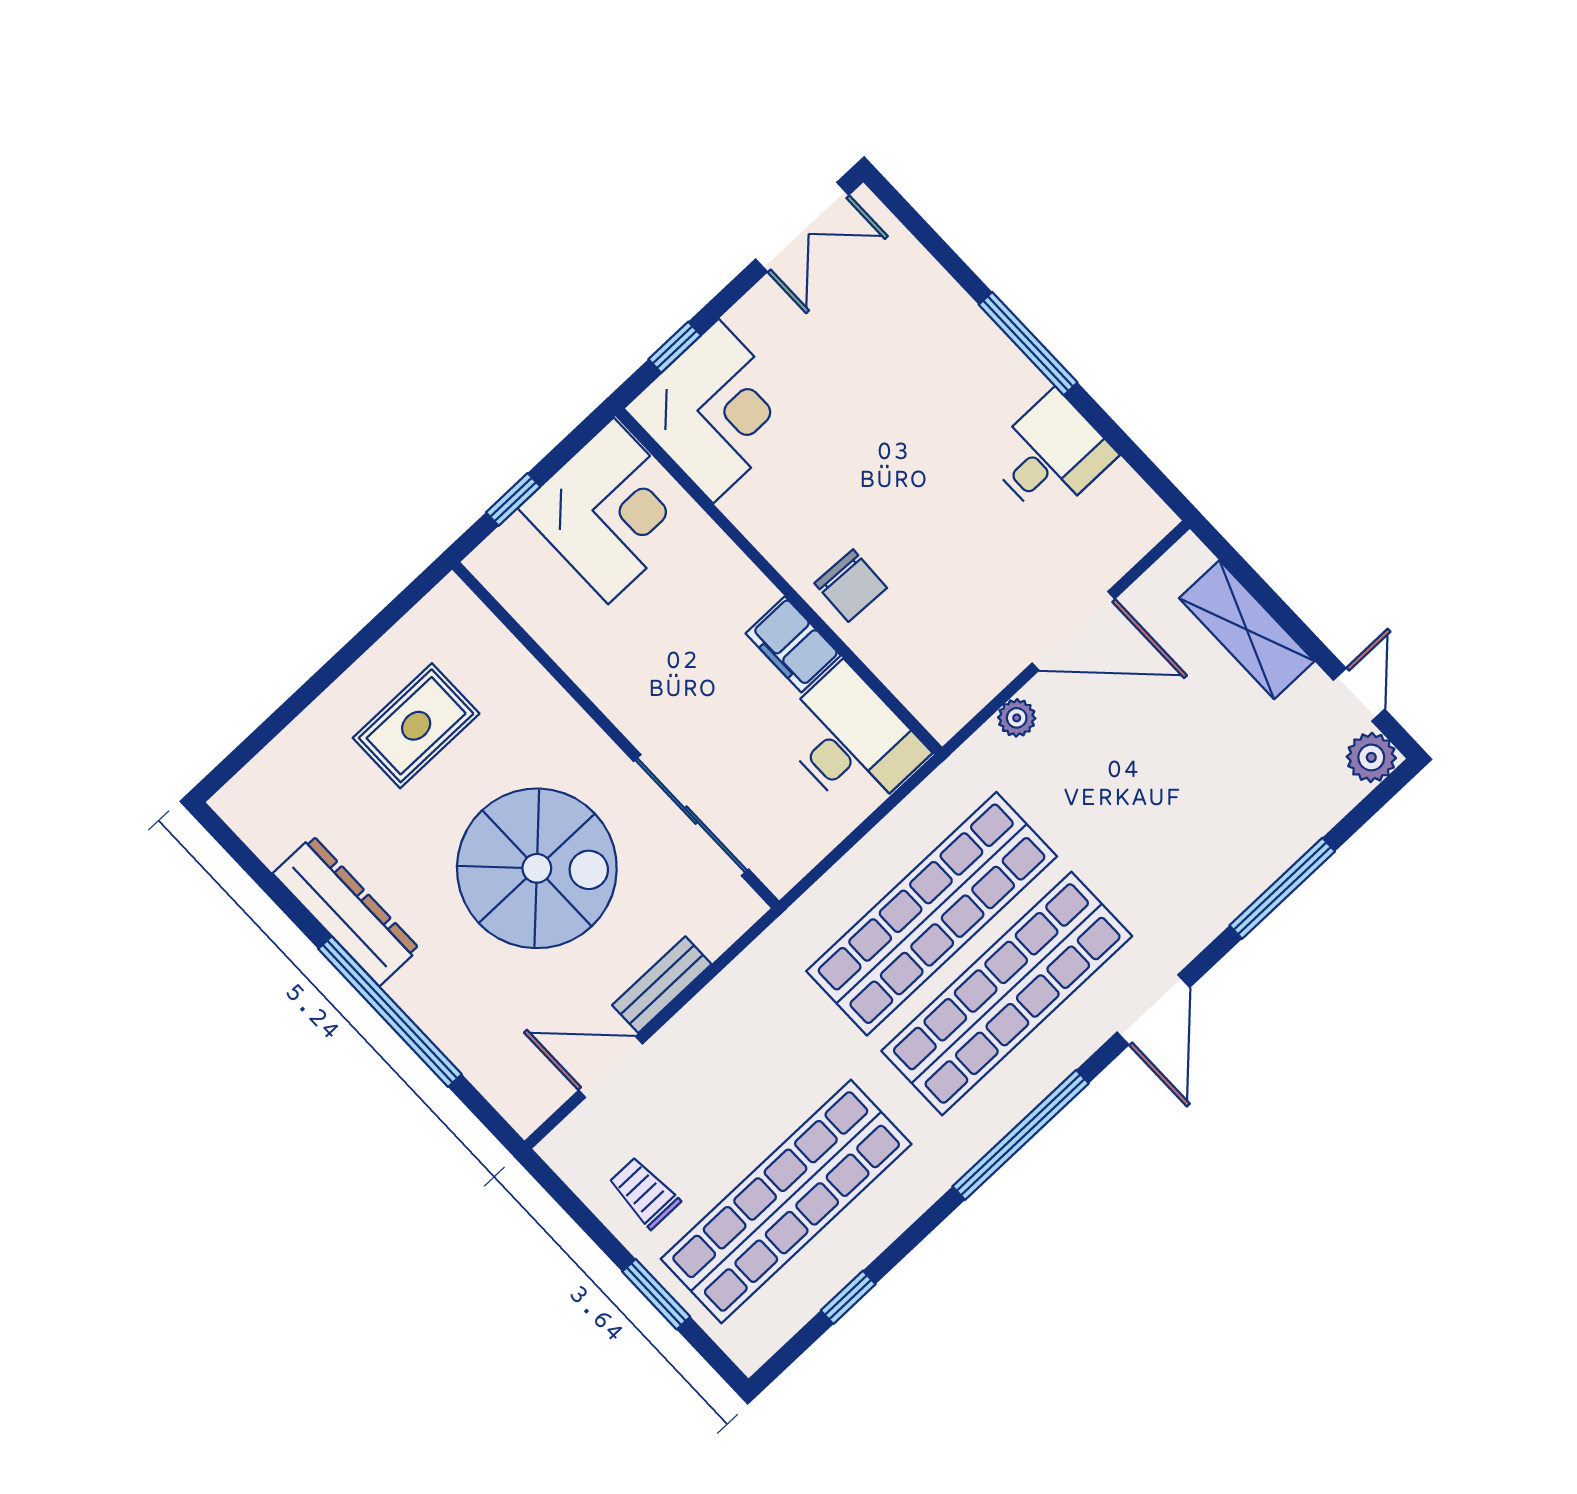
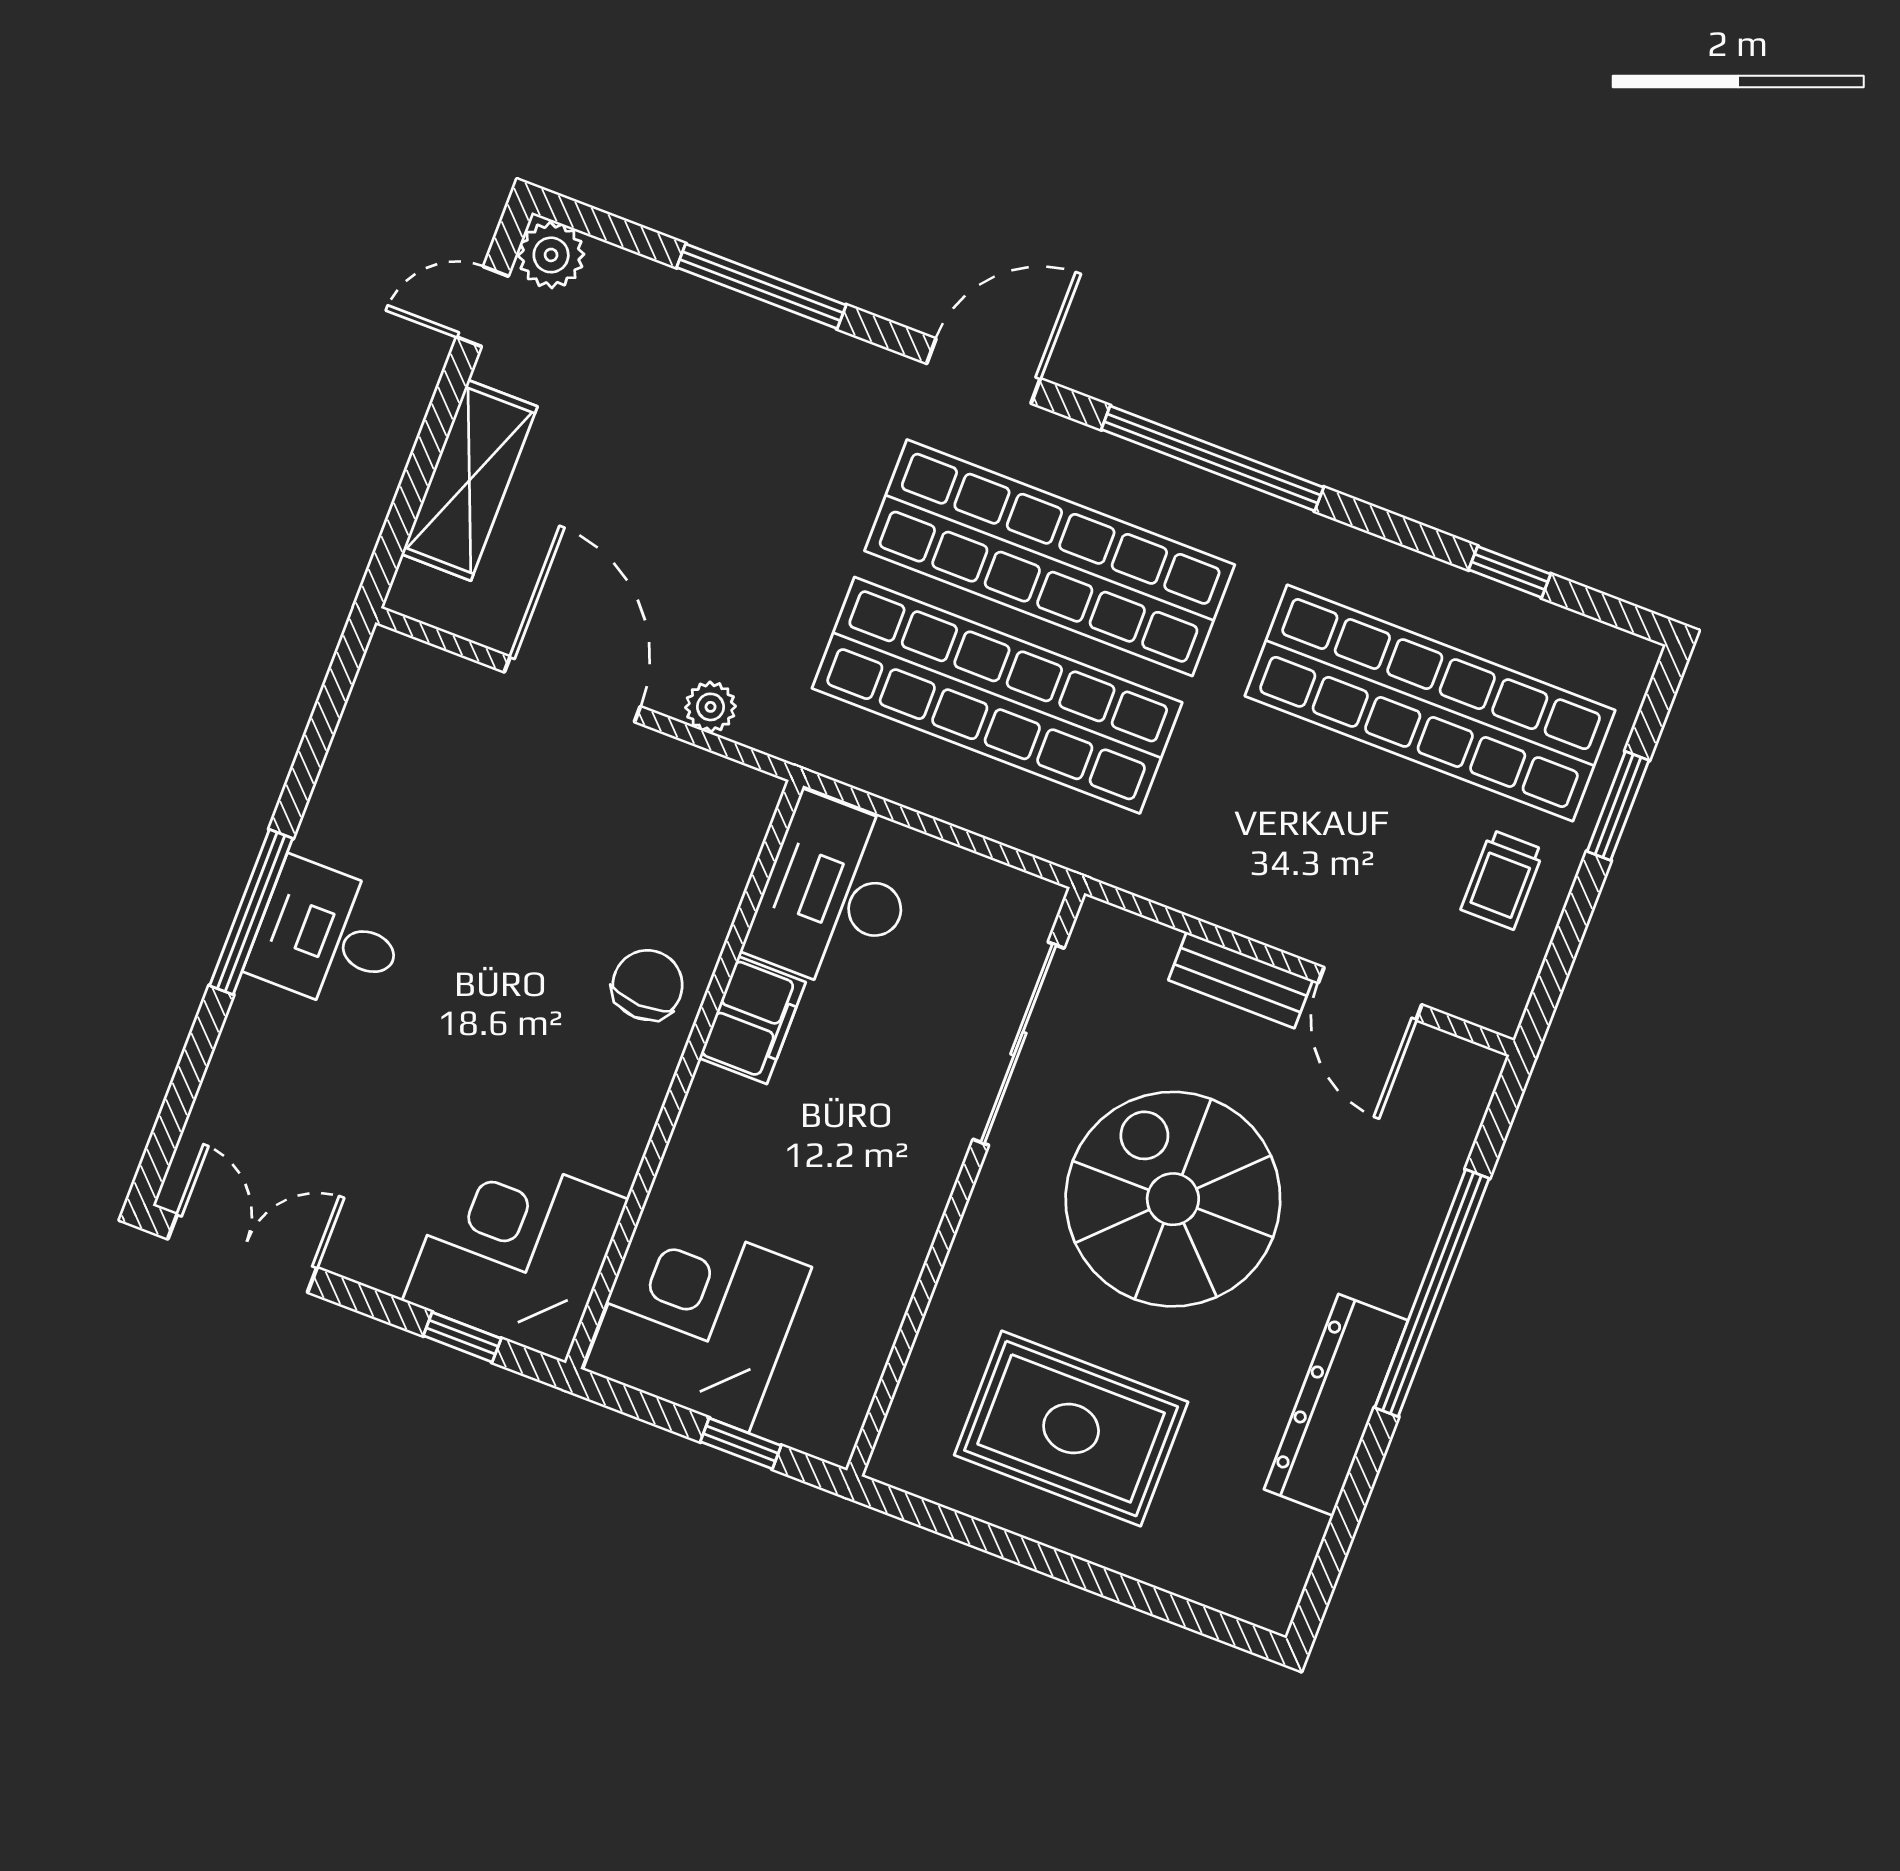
desk: (1051, 455) -> (329, 936), moved
rug: (416, 726) -> (1071, 1428), width x1.36, depth x1.43

